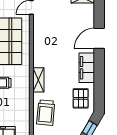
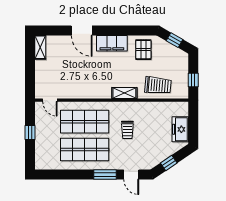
pallet: (81, 98) -> (143, 50), turned 90

